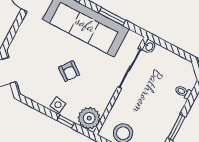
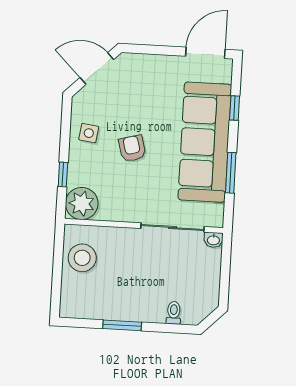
armchair: (69, 71) -> (132, 148), turned 128
side table: (58, 105) -> (89, 133), moved

